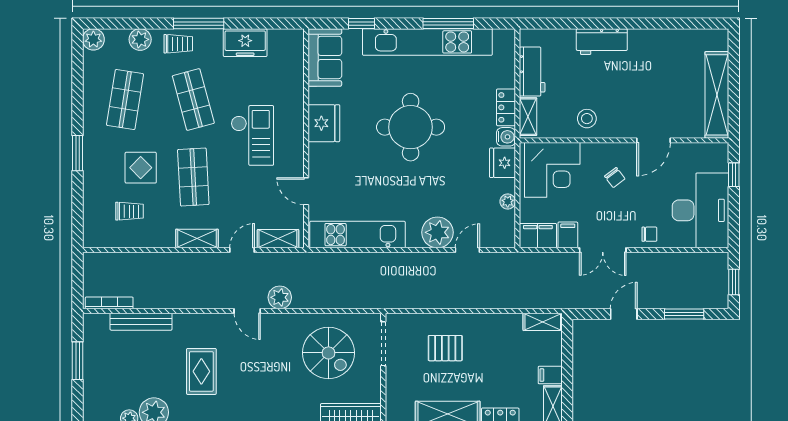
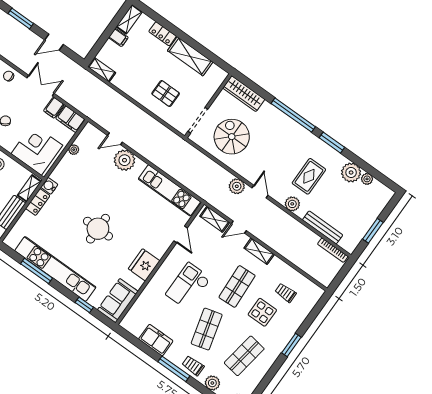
round table: (411, 127) -> (98, 229), width x0.73, depth x0.73
fridge: (503, 163) -> (61, 173), removed
plant: (198, 324) -> (292, 204), added

